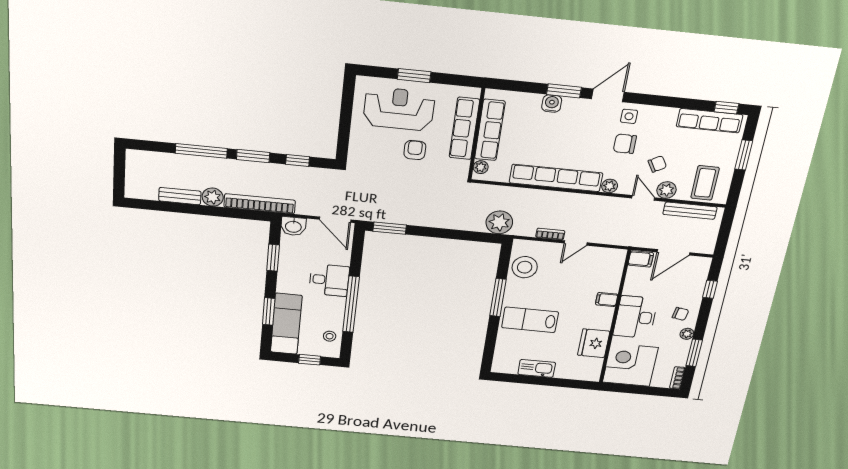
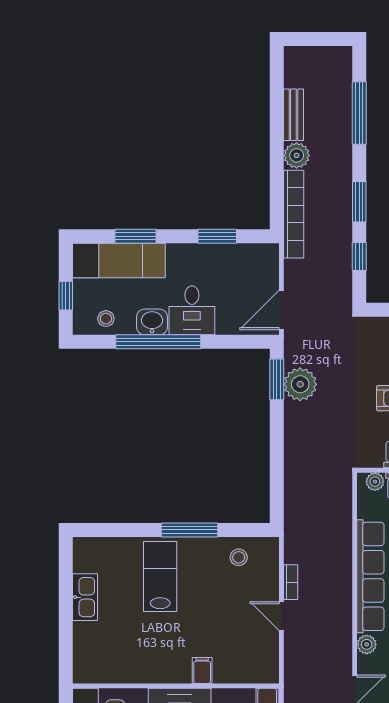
window: (201, 151) -> (359, 113), moved
plant: (499, 222) -> (300, 384), moved
washbasin: (293, 226) -> (152, 322), moved, turned 90
stool: (525, 267) -> (239, 557), width x0.53, depth x0.53
fridge: (594, 343) -> (133, 666), removed

